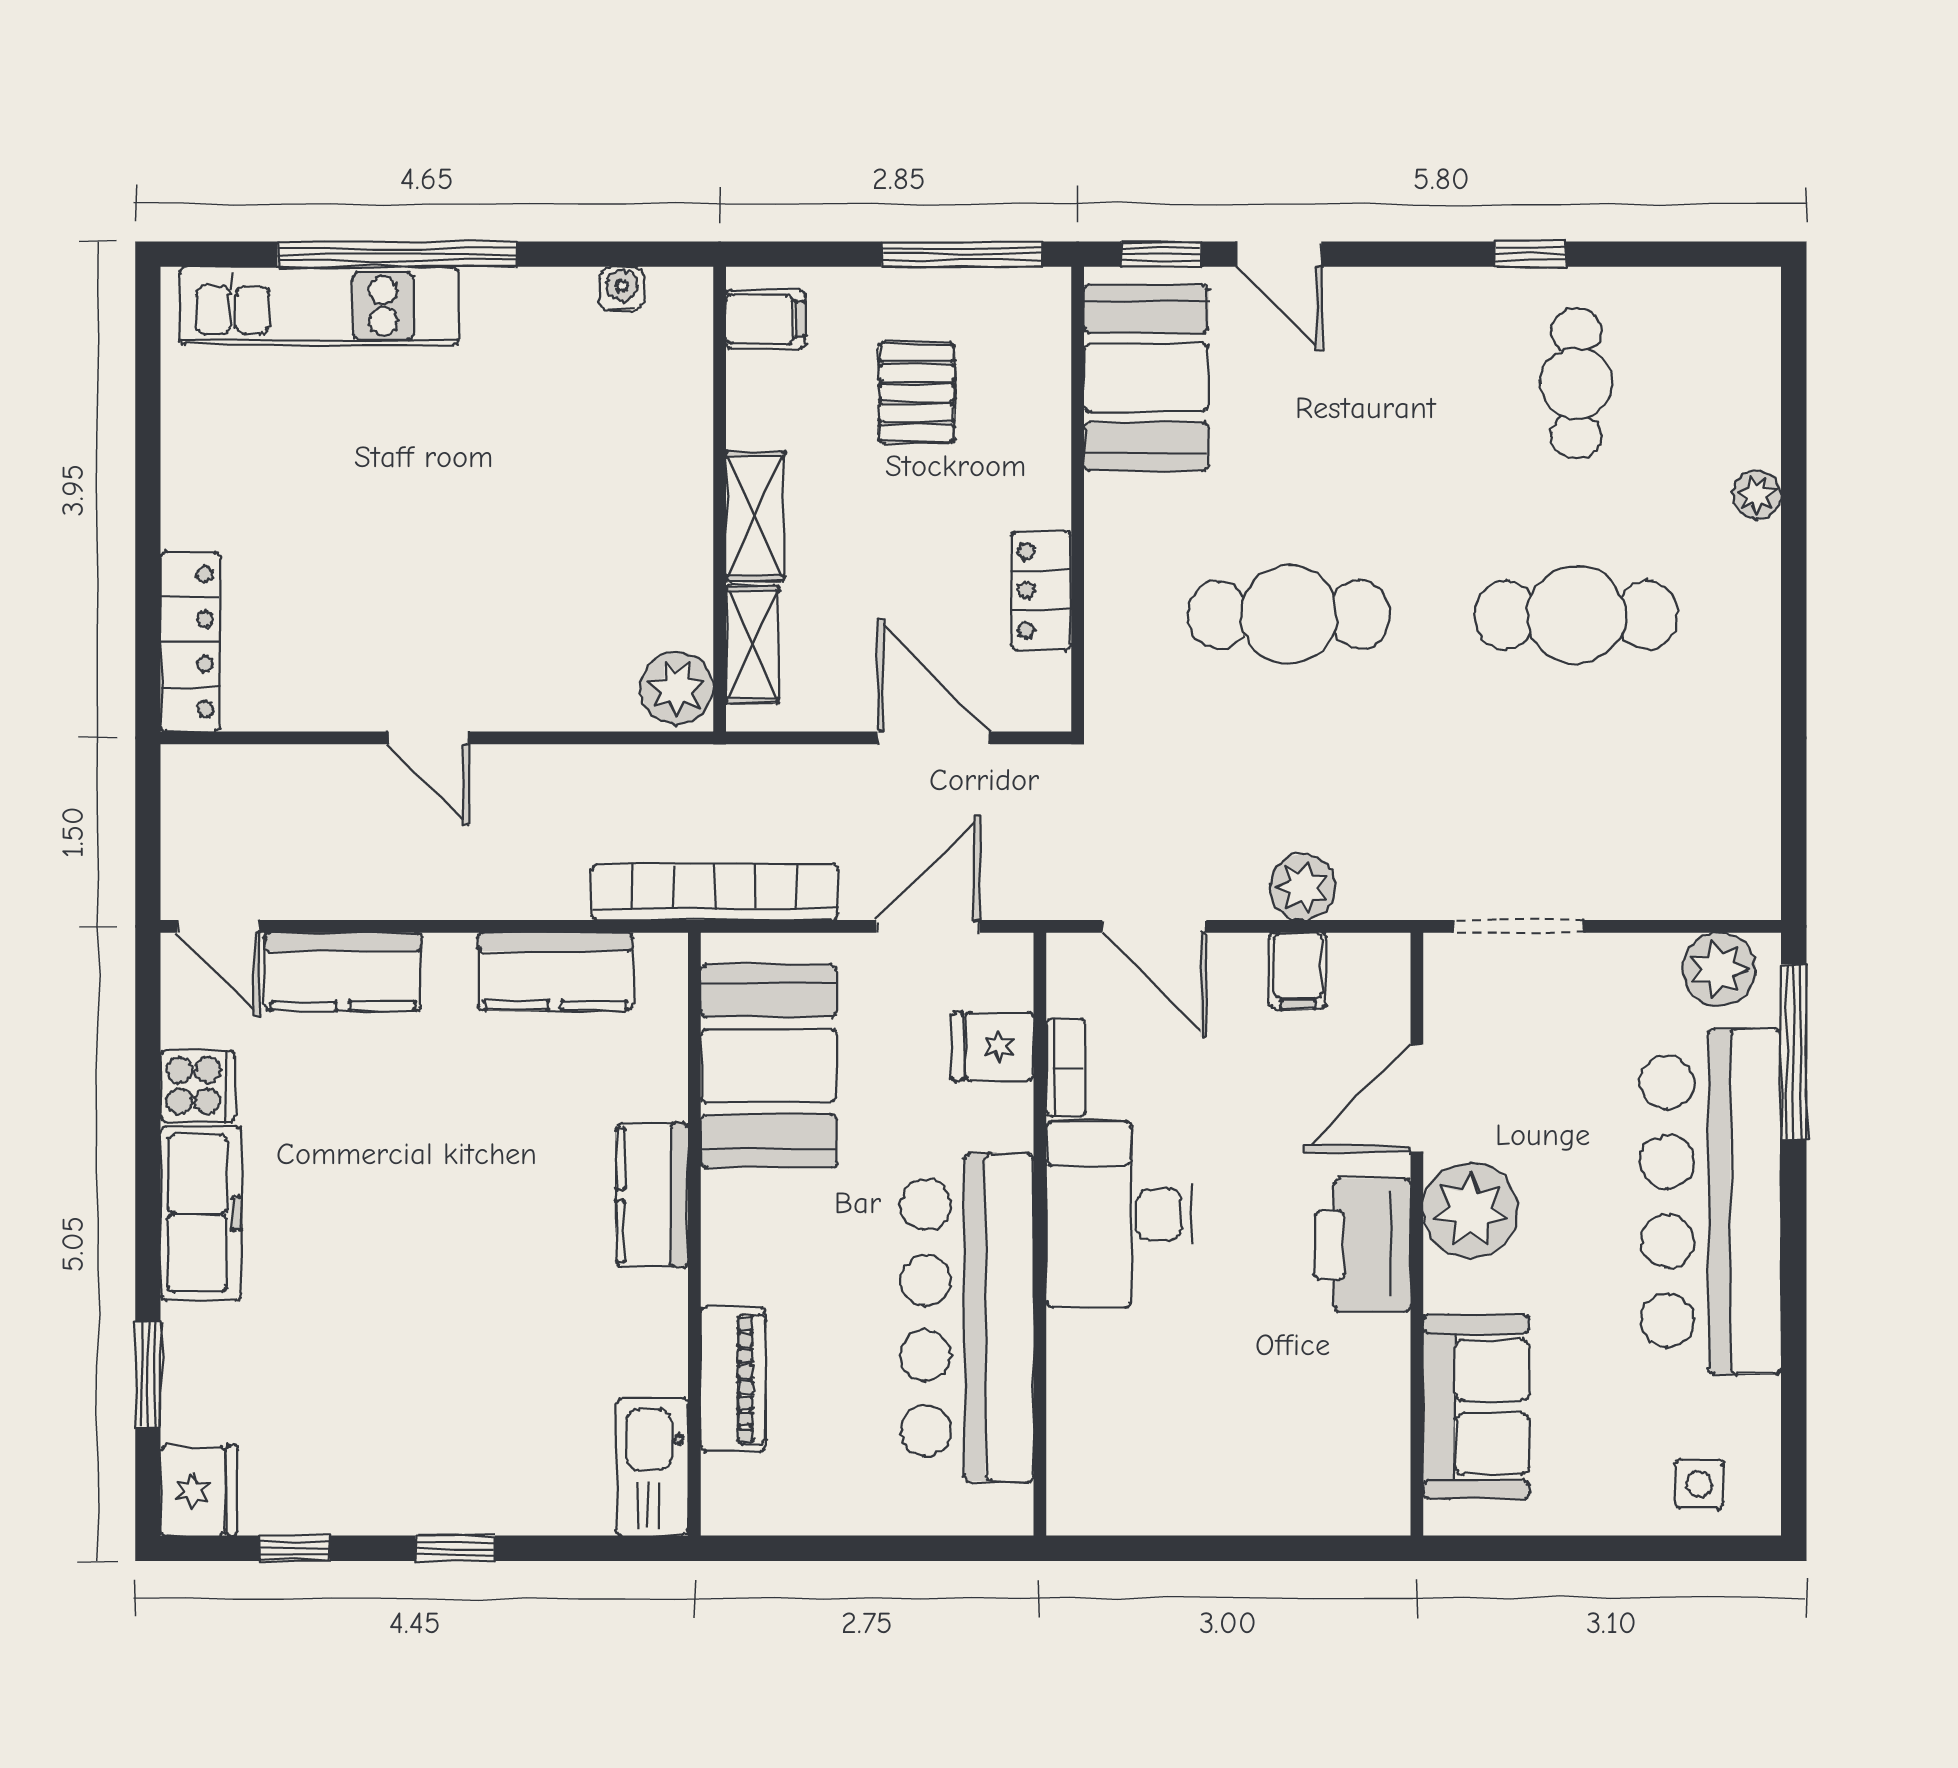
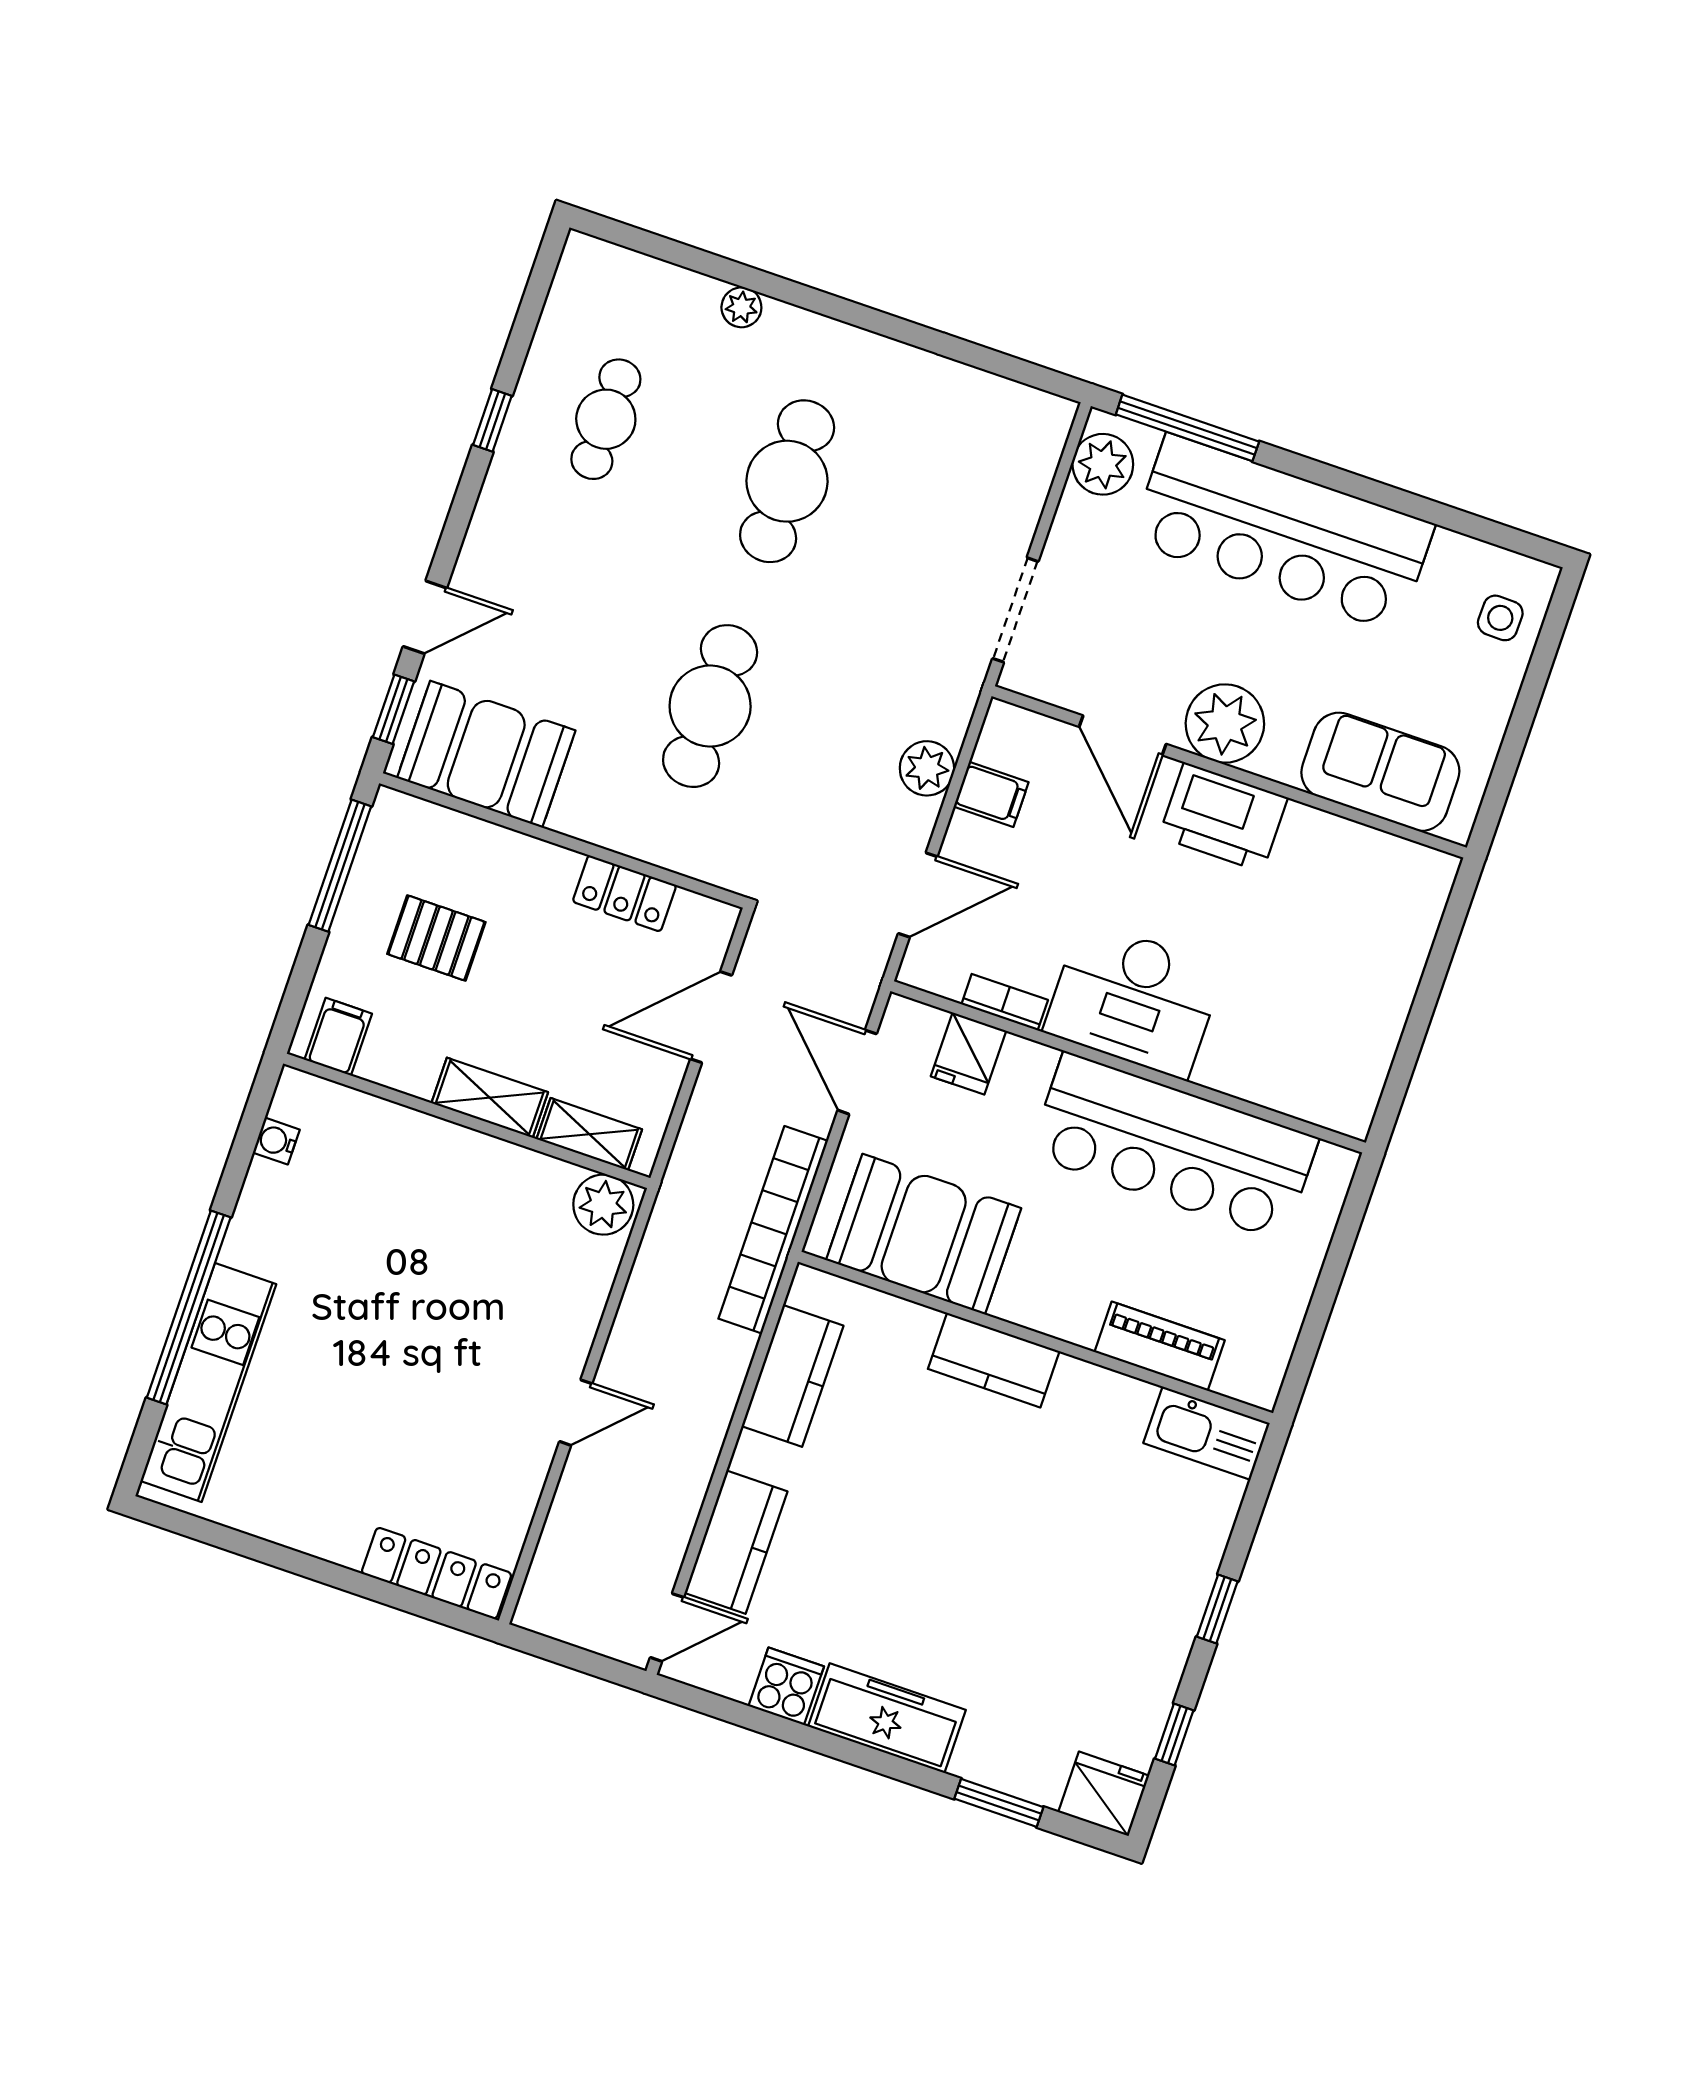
cafe table: (1576, 383) -> (606, 419), turned 90

